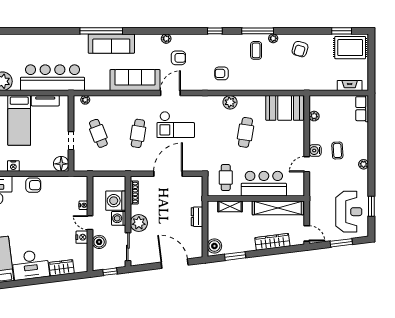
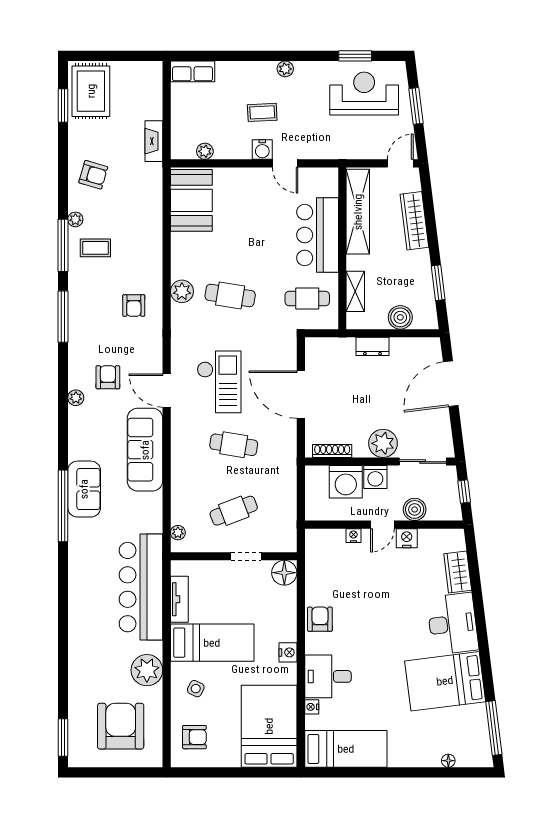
window: (215, 31) -> (63, 317), width x2.17
sofa: (111, 44) -> (84, 489), width x0.73
fireplace: (350, 85) -> (154, 141), moved
cafe table: (245, 132) -> (230, 296), moved
boiler: (214, 246) -> (400, 317), moved

